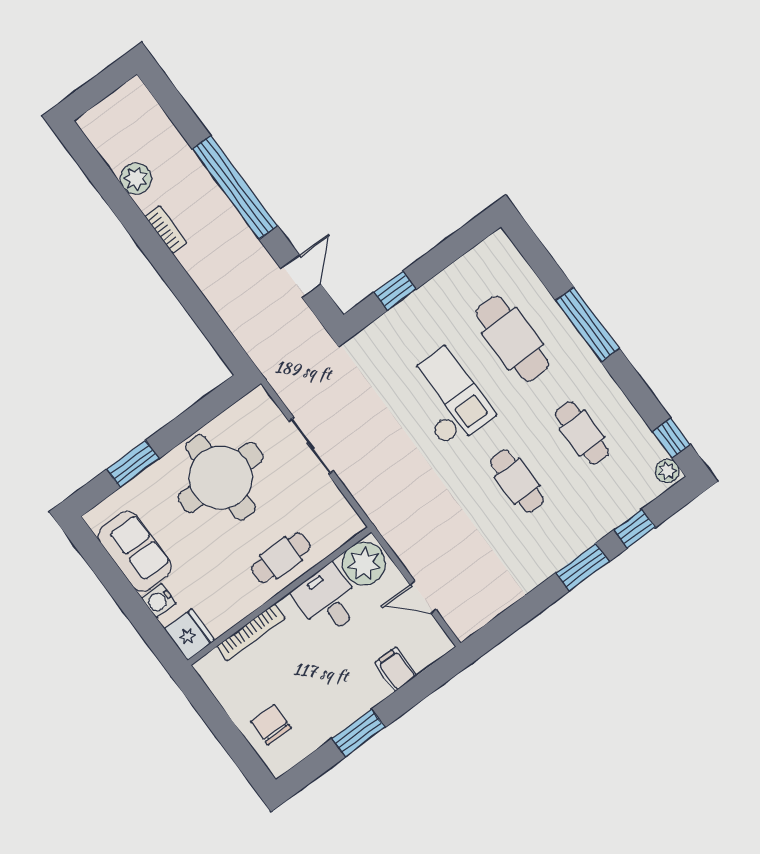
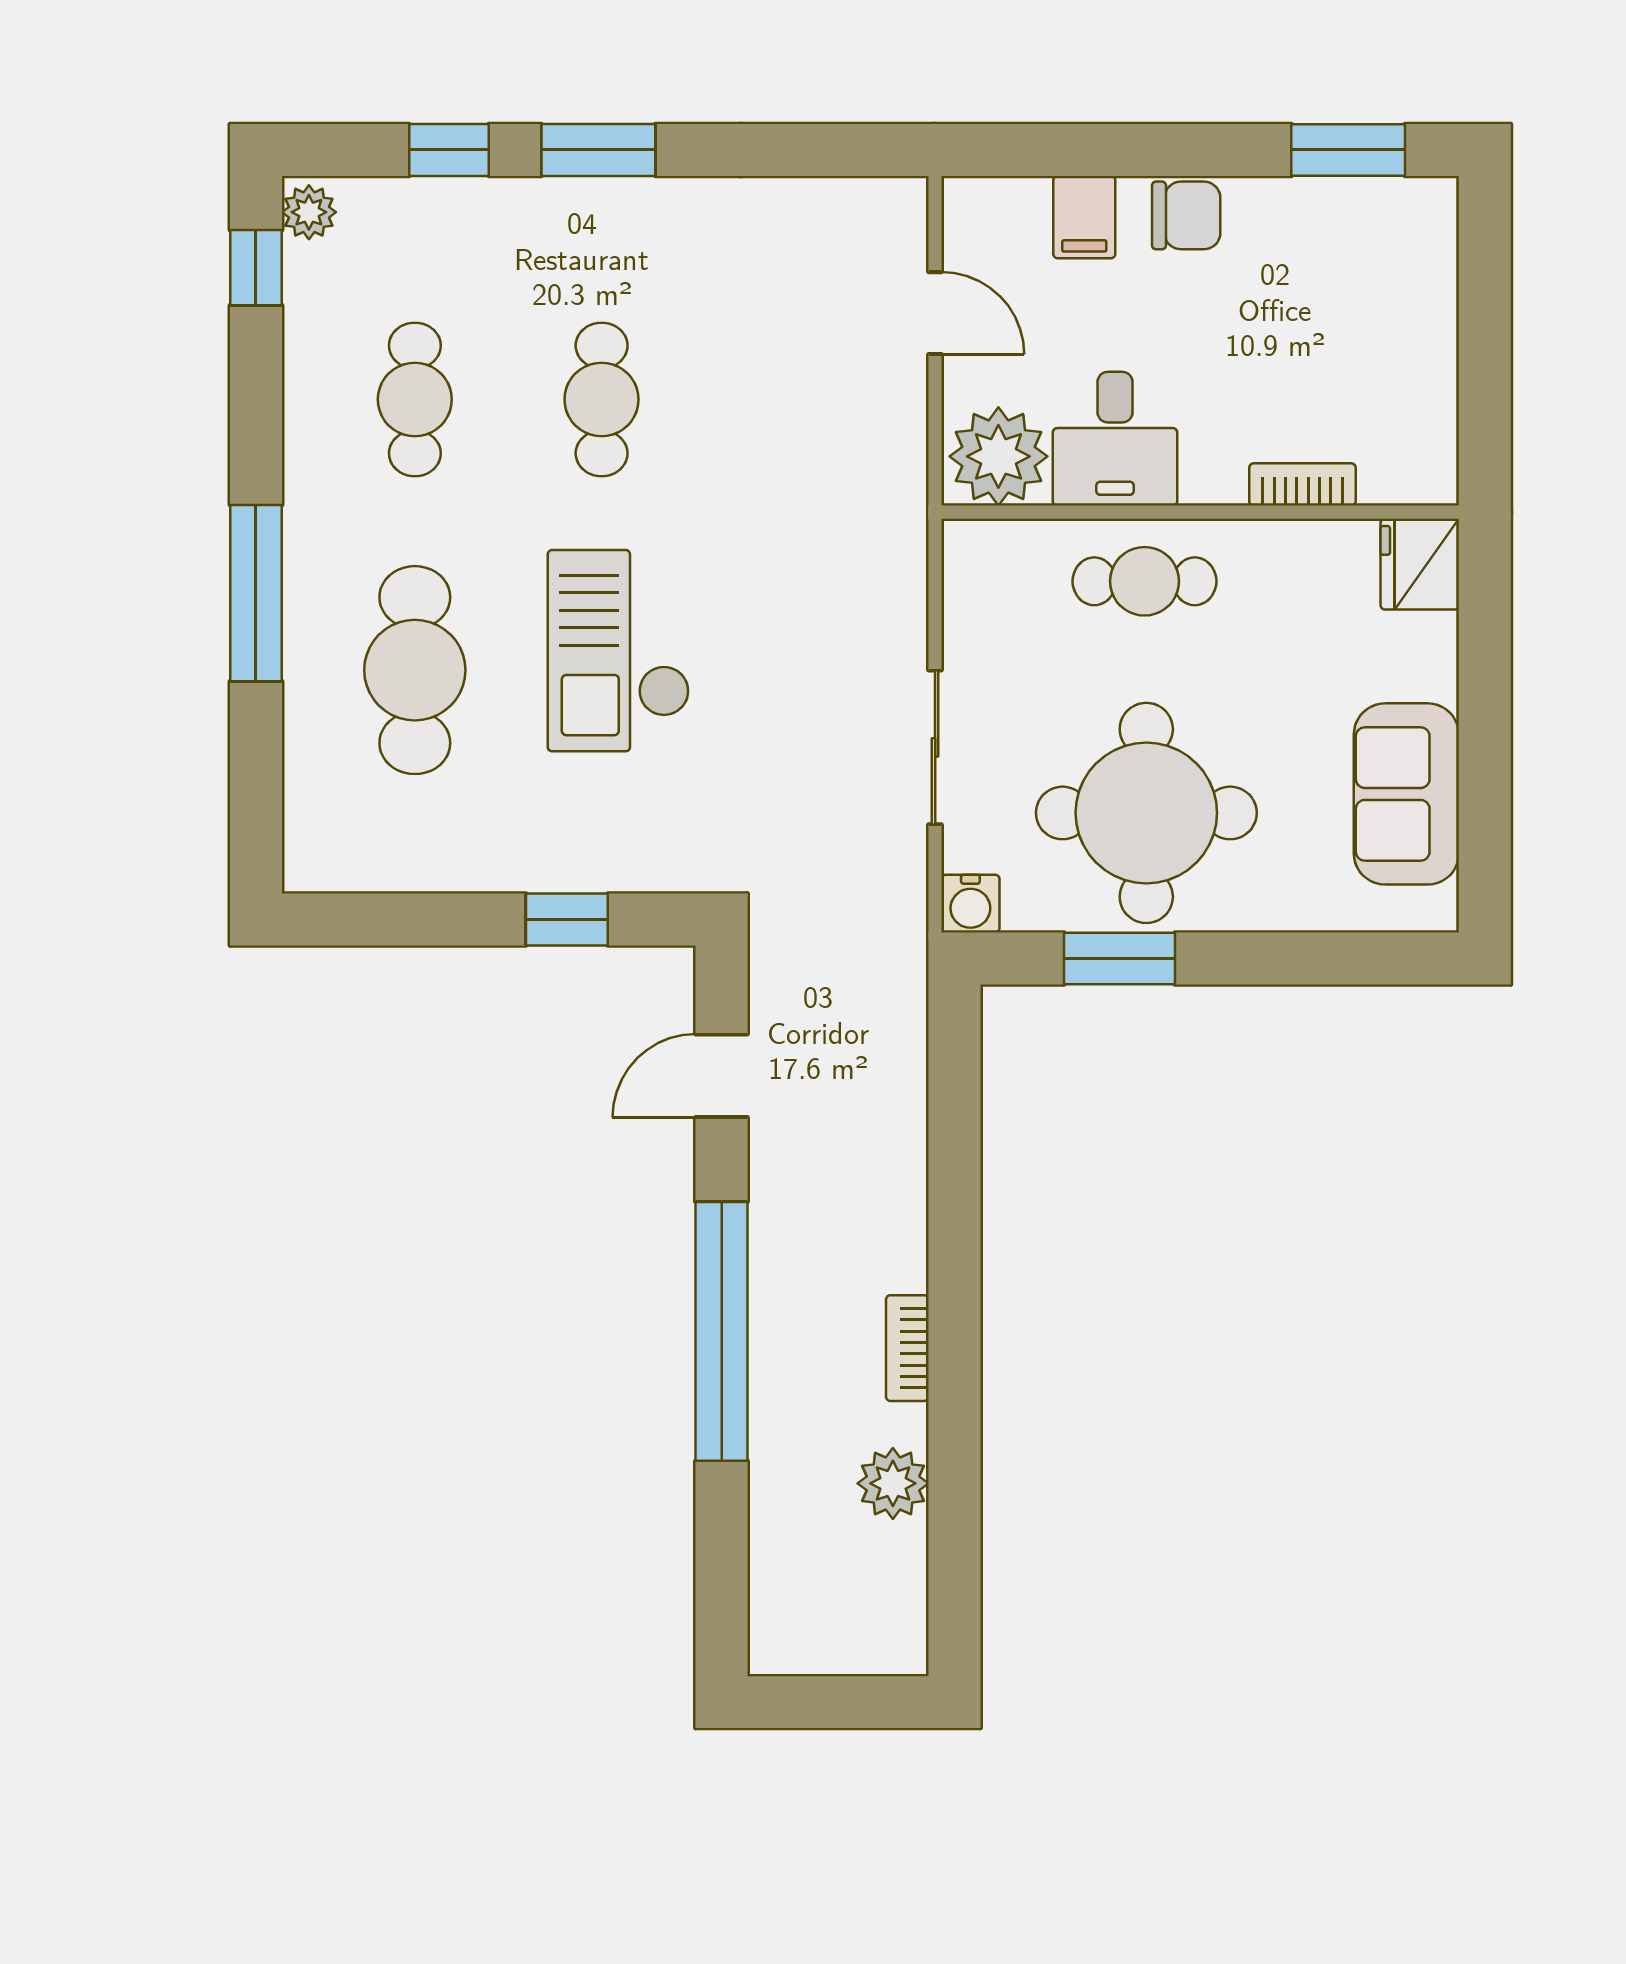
window: (133, 464) -> (1120, 958), moved
water cooler: (159, 601) -> (970, 904), moved, turned 90
bookcase: (251, 632) -> (1302, 484), width x0.64
chair: (271, 725) -> (1186, 215), moved, turned -90
window: (358, 733) -> (1348, 150), moved

